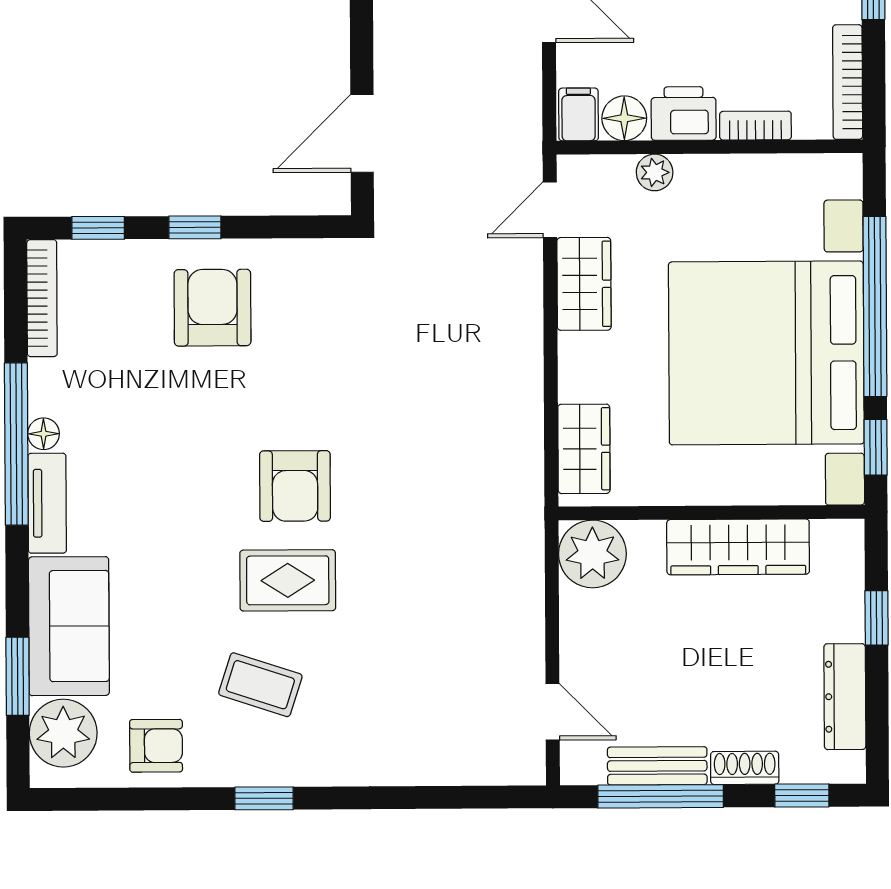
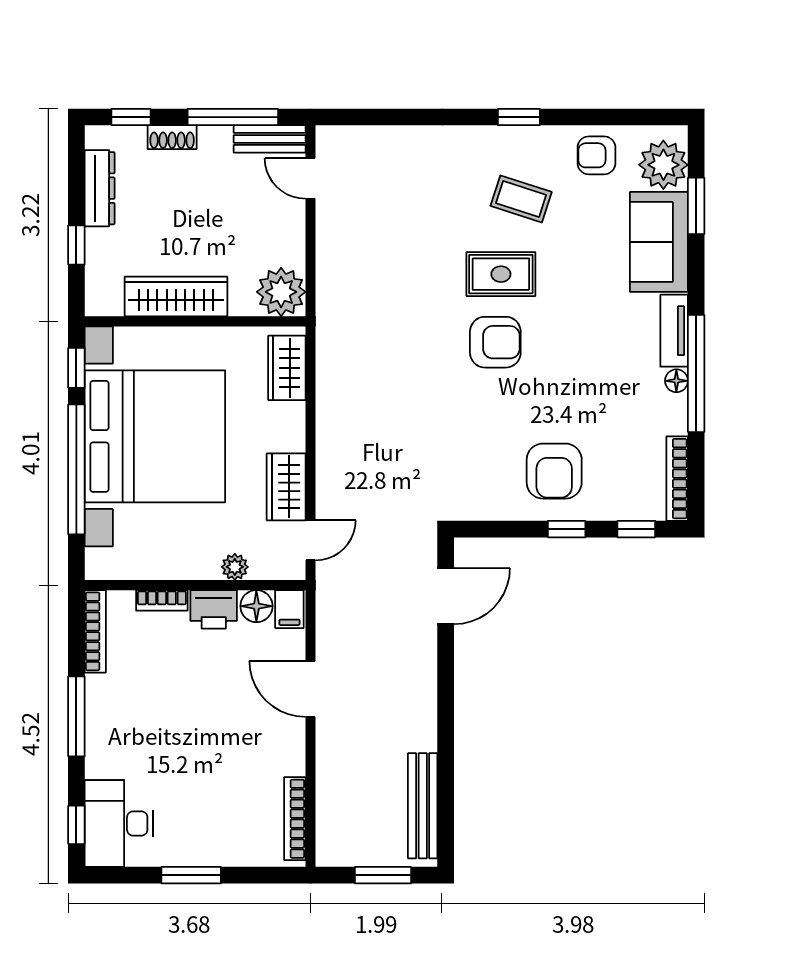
armchair: (295, 486) -> (495, 342), turned 90
bench: (657, 766) -> (270, 139), moved

